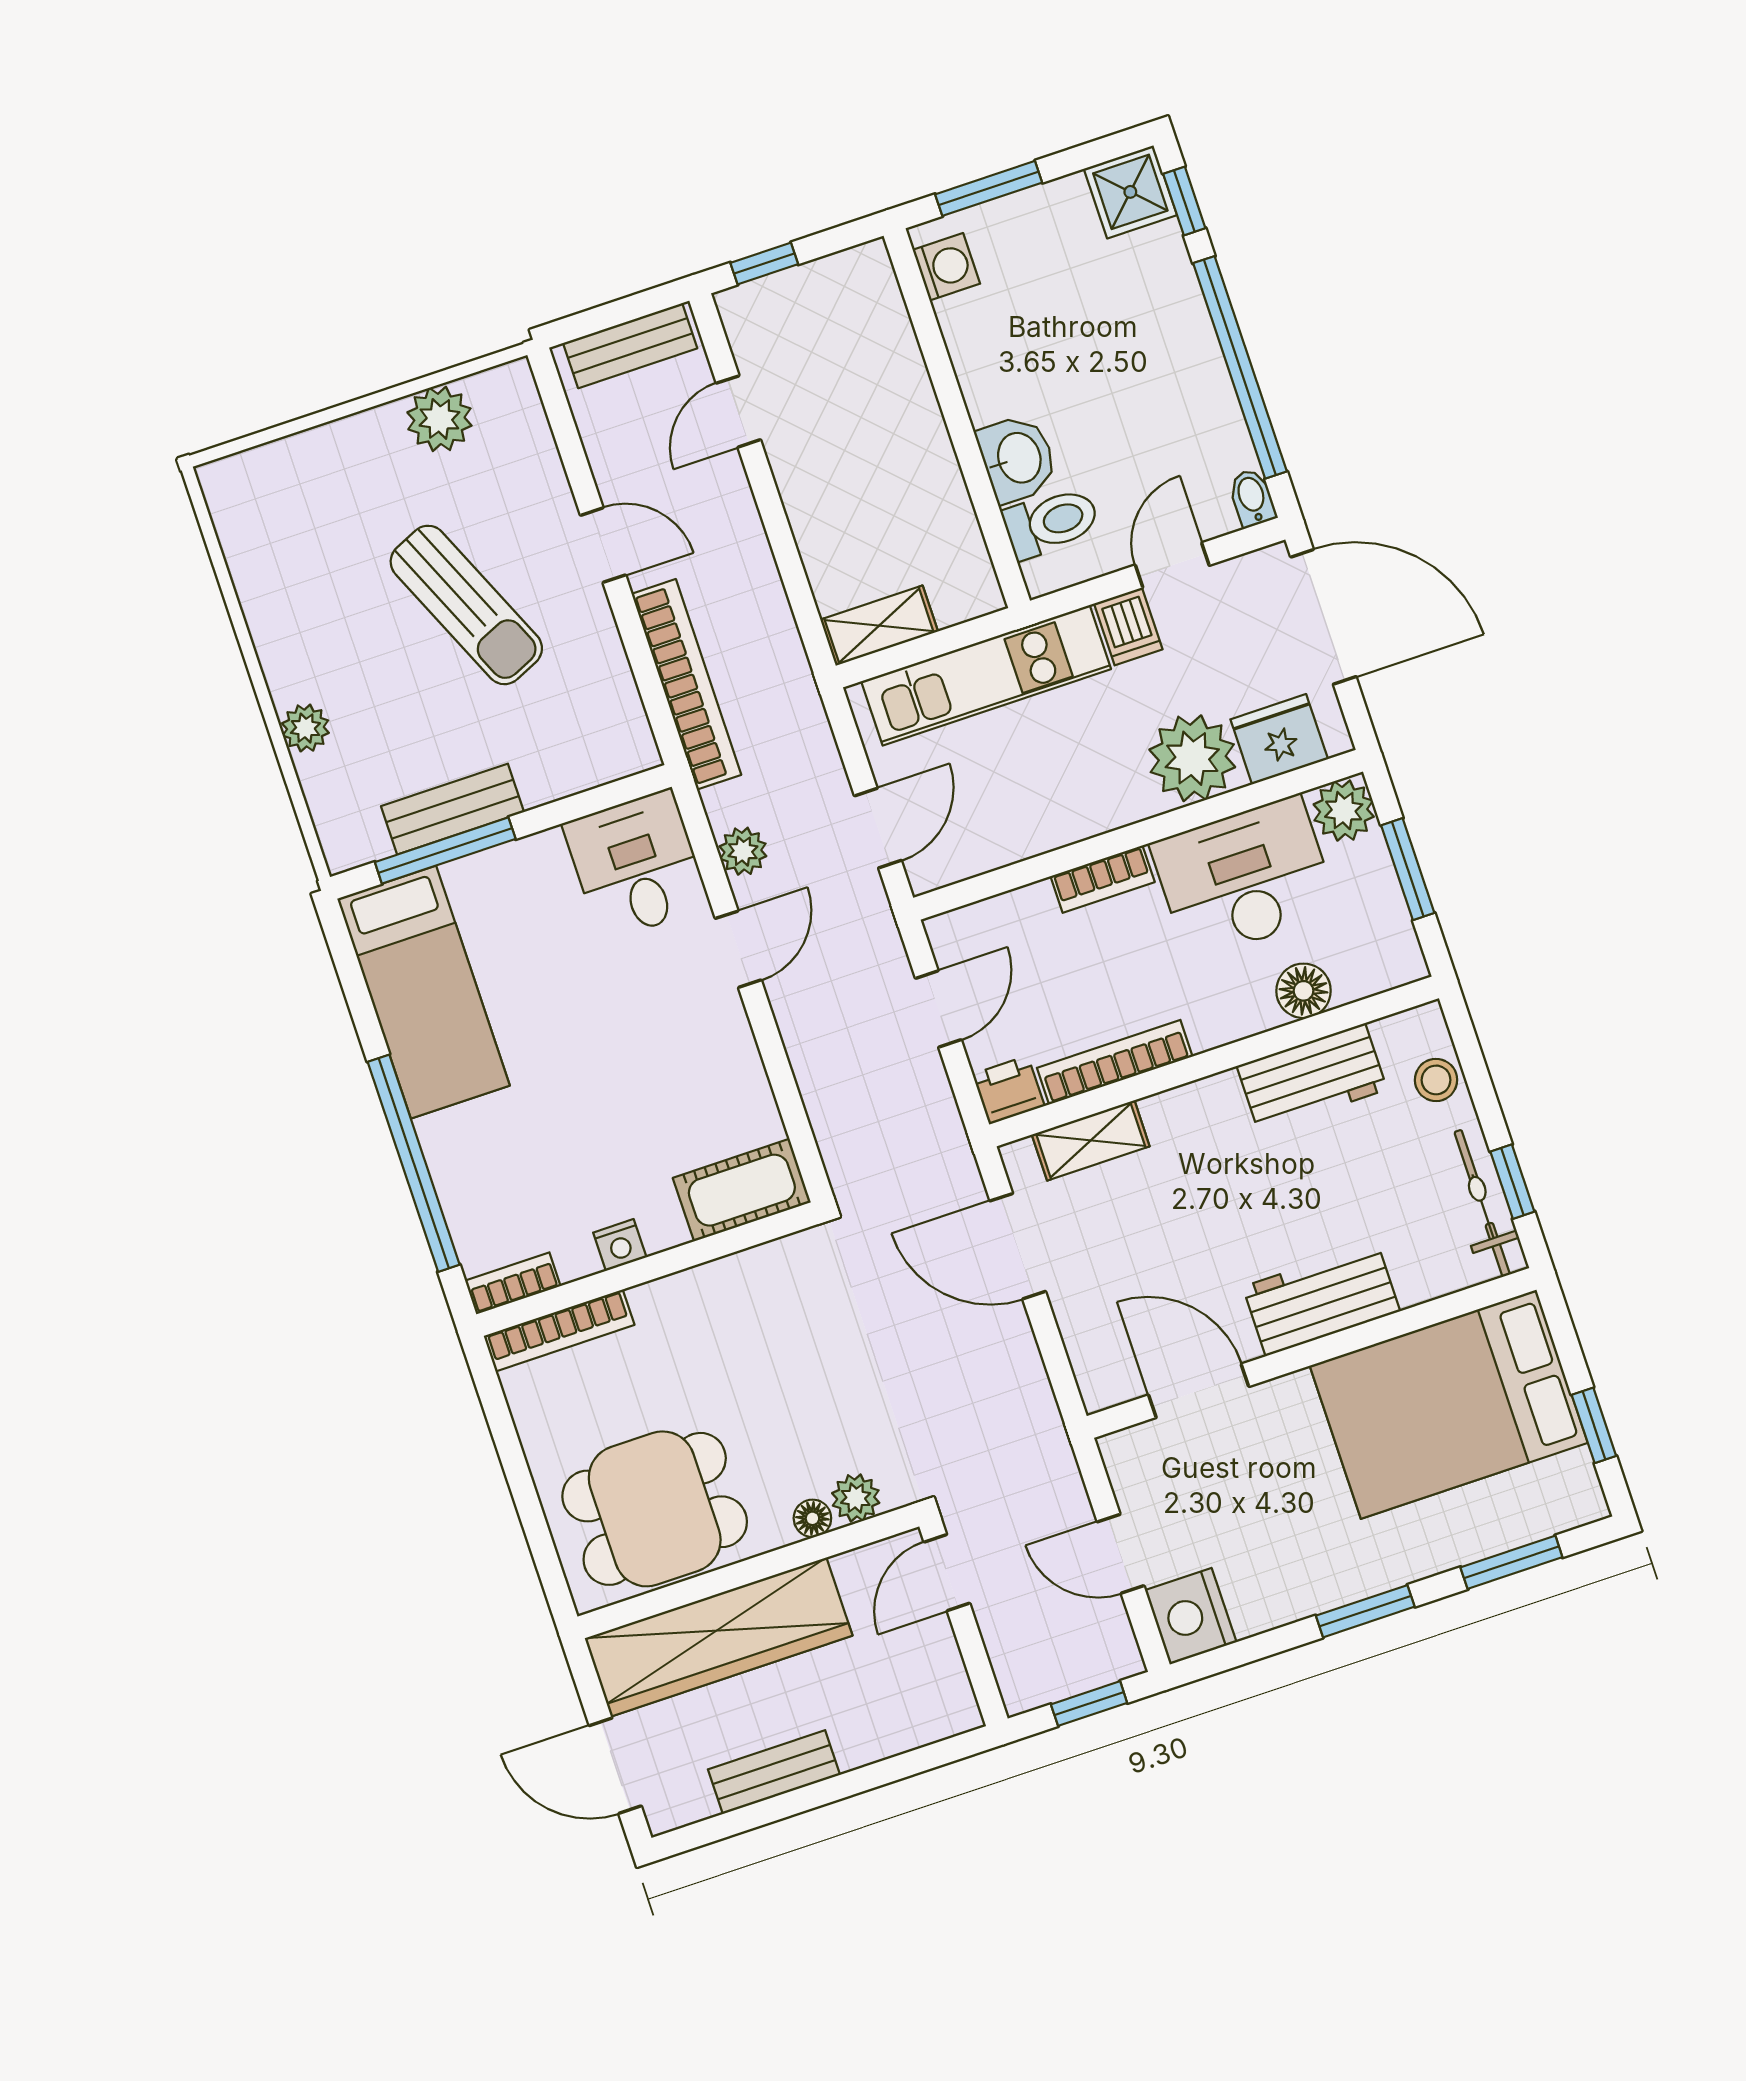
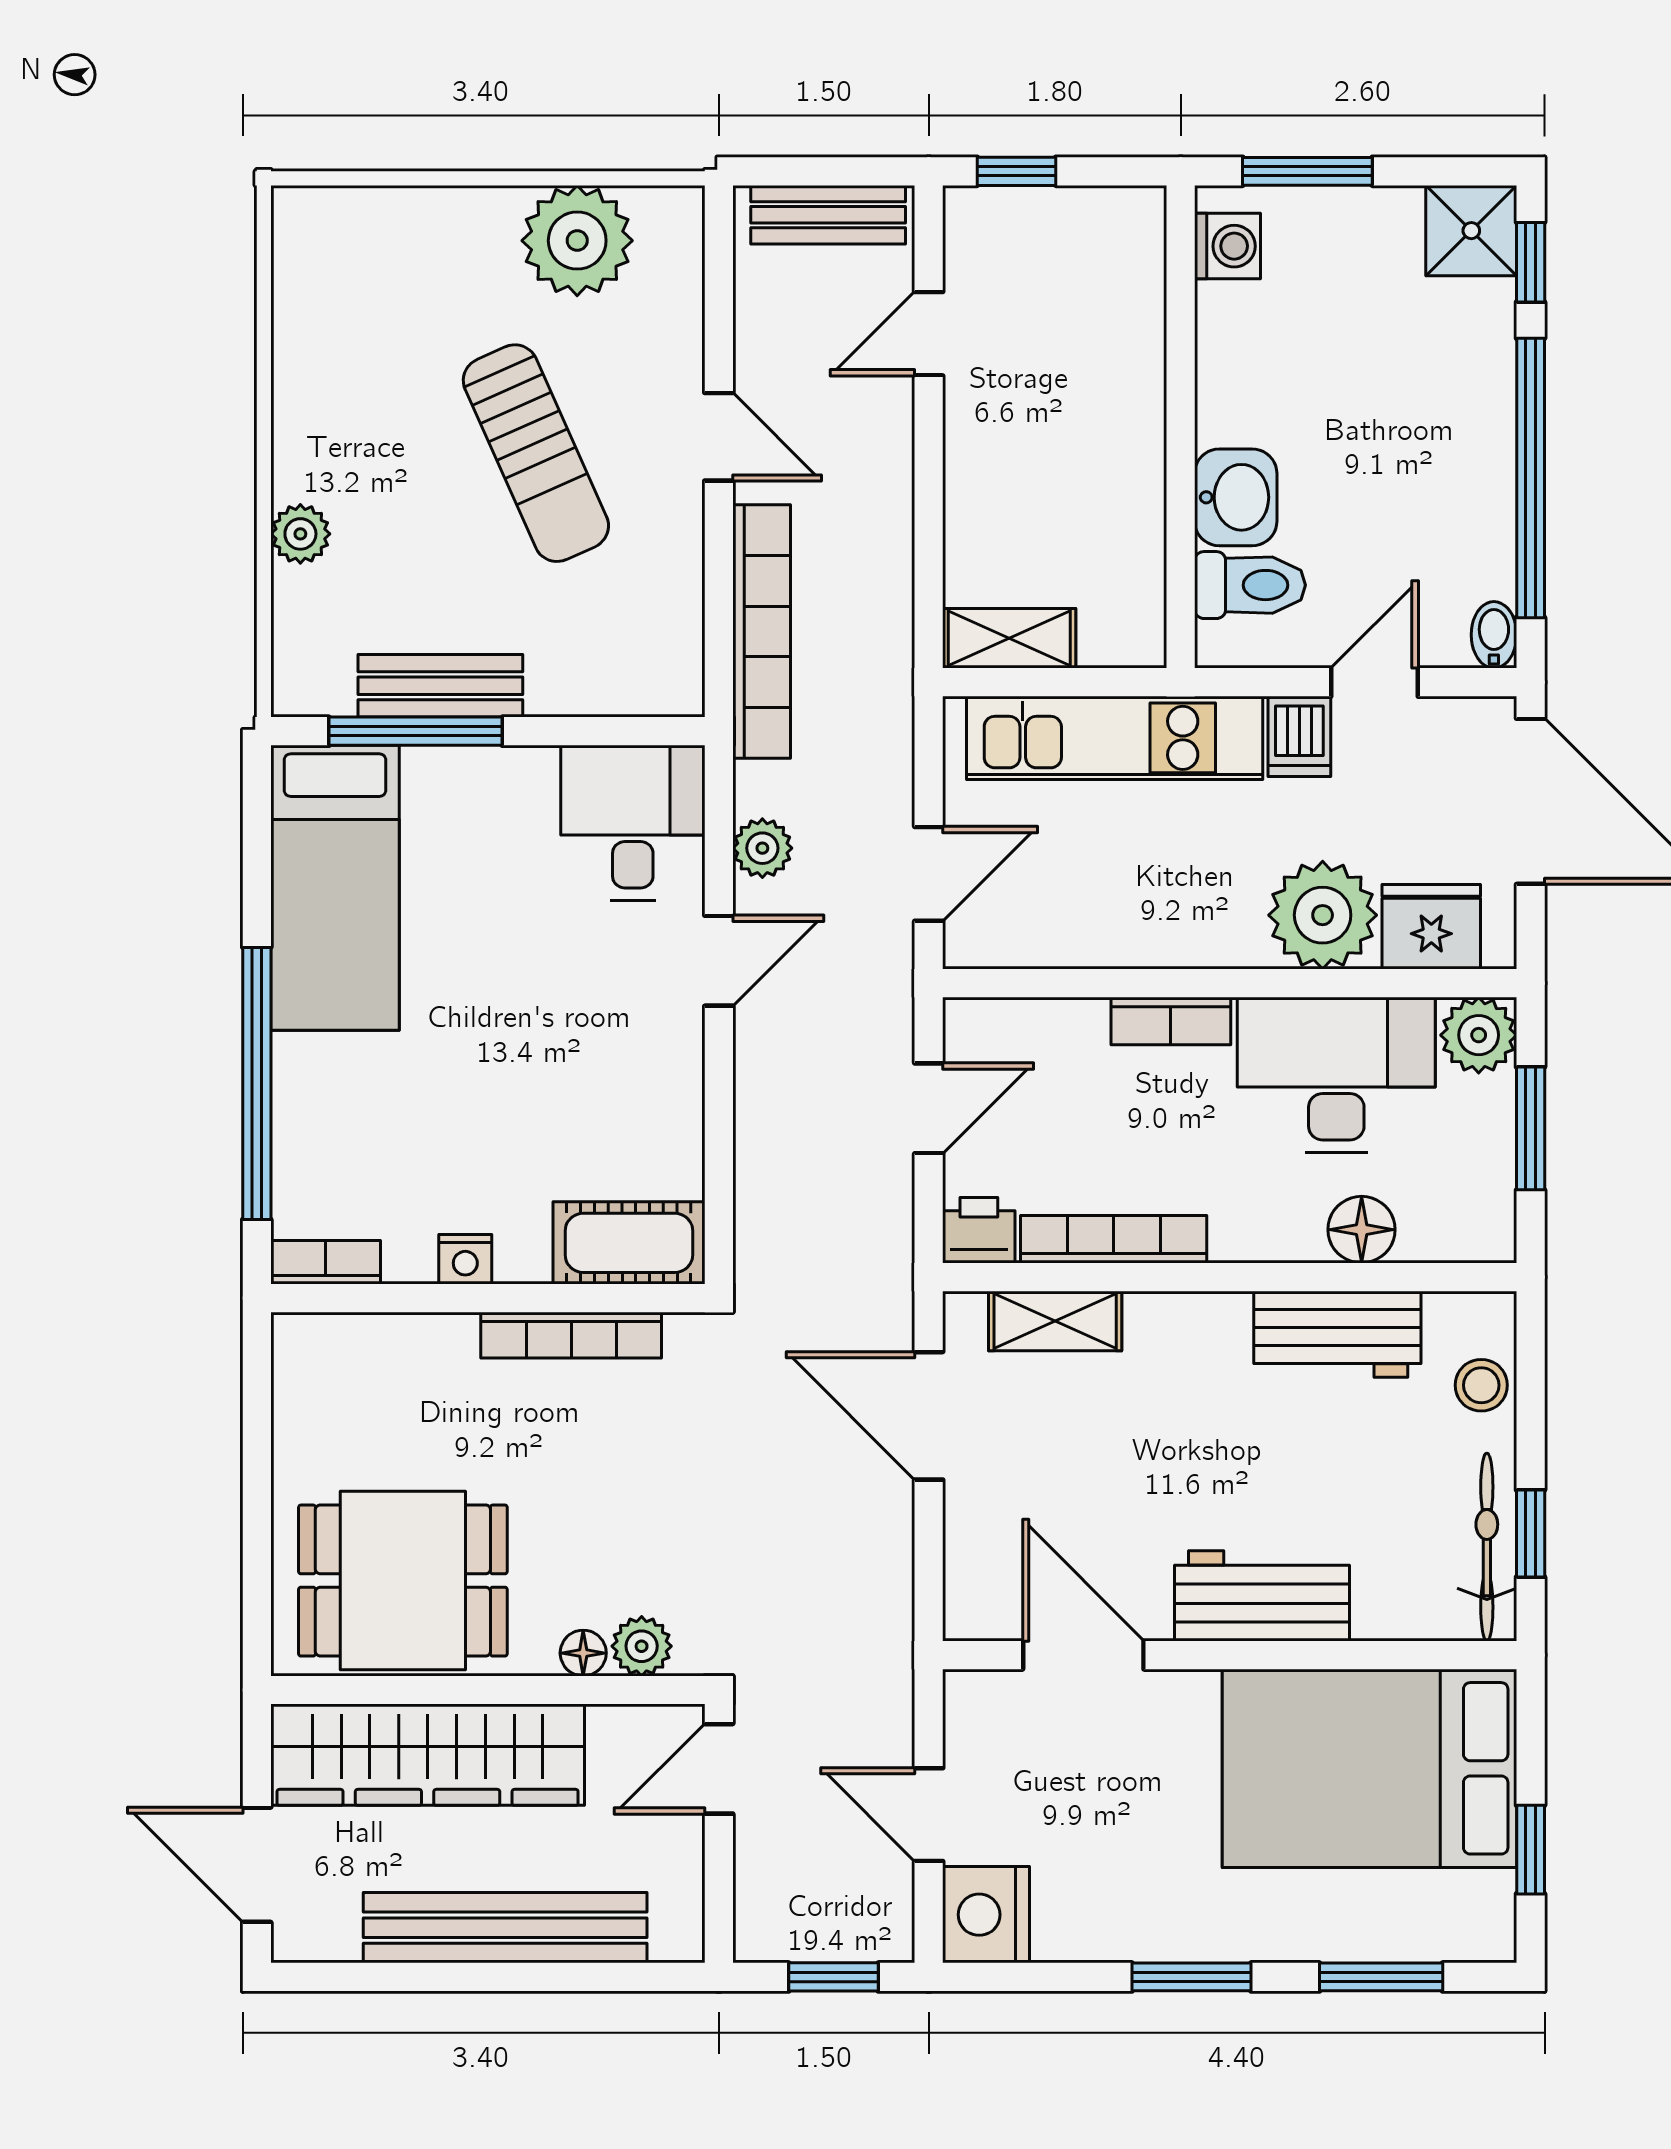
plant: (439, 419) -> (577, 241), width x1.36, depth x1.36
bookcase: (559, 1330) -> (571, 1335), moved
bench: (774, 1772) -> (505, 1928), width x1.86, depth x1.21

